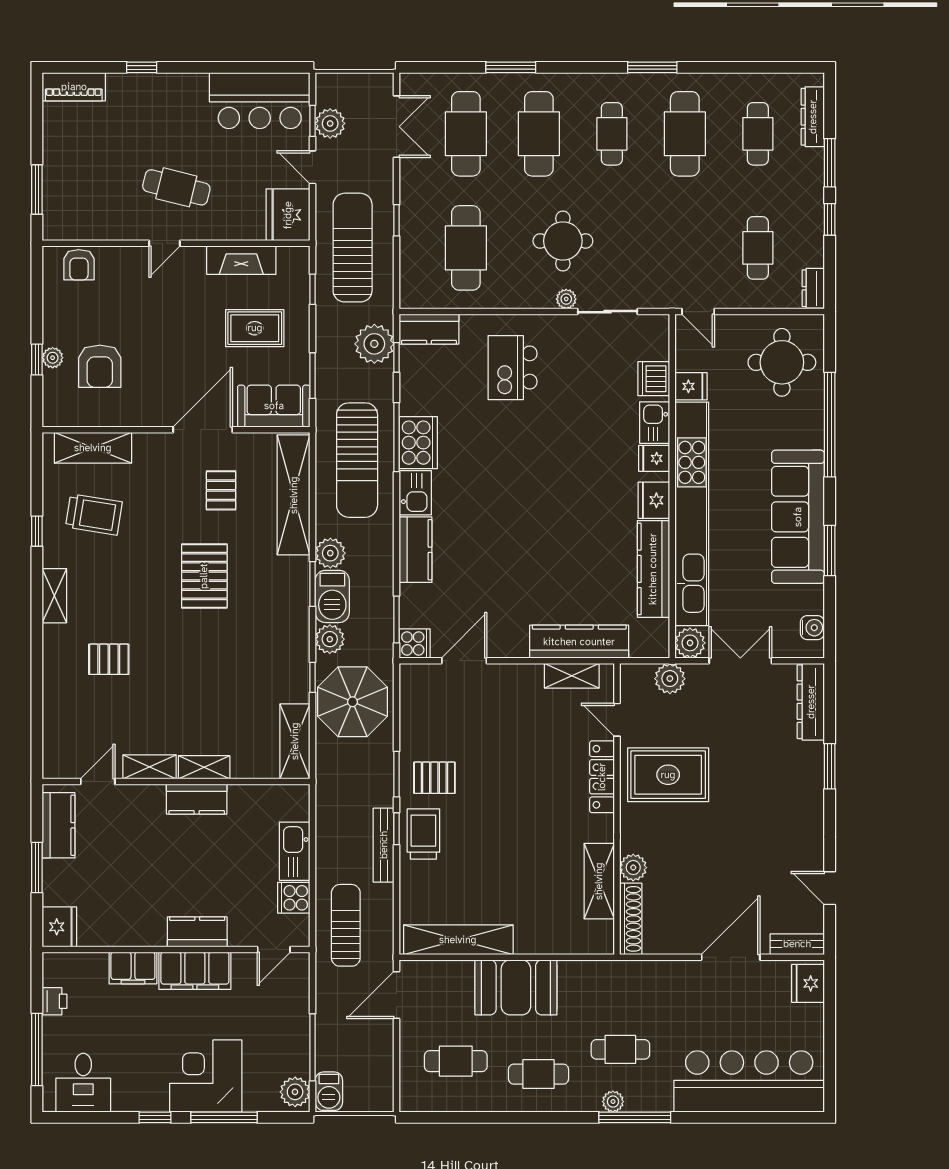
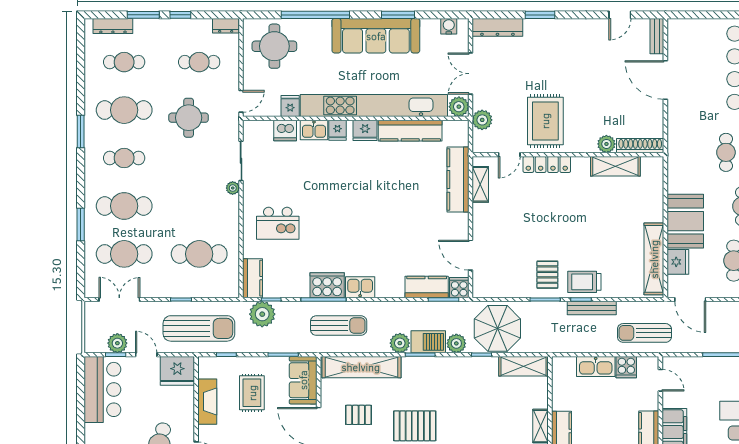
door: (313, 167) -> (146, 355), swing flipped
round table: (563, 241) -> (189, 118), moved
sun lounger: (353, 248) -> (199, 328), turned 180
sun lounger: (357, 460) -> (339, 326), width x0.73, depth x0.75
kitchen counter: (416, 550) -> (427, 287), moved
fridge: (808, 983) -> (678, 262), moved, turned -90

